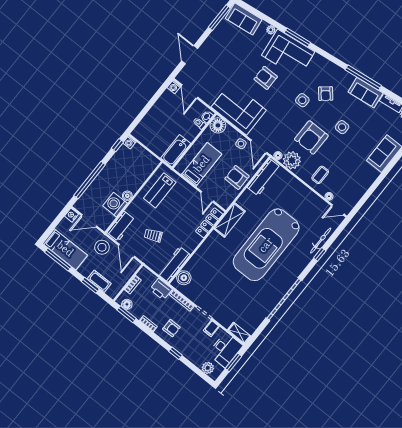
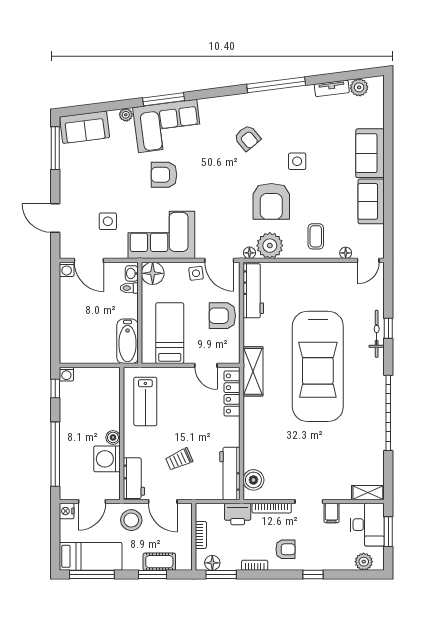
sofa: (365, 93) -> (371, 201), moved, turned 97
side table: (302, 100) -> (108, 221), moved
bicycle: (321, 241) -> (377, 334), moved

